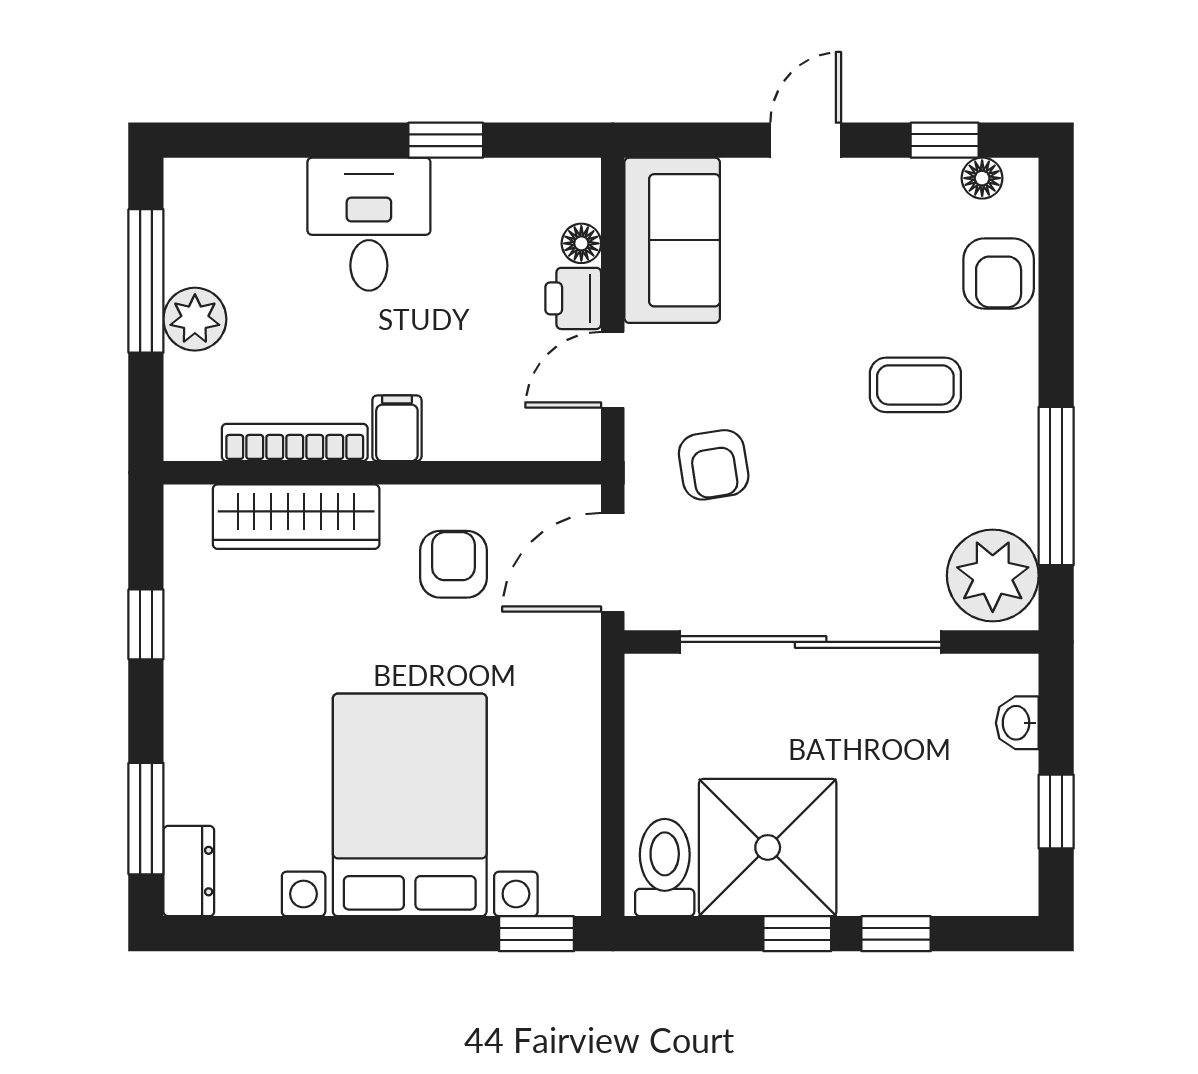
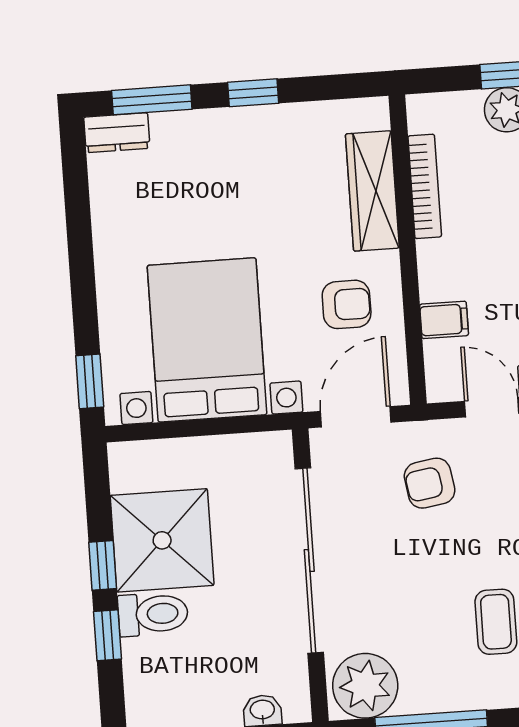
filing cabinet: (397, 428) -> (444, 320), moved
door: (613, 562) -> (356, 417), hinge flipped
window: (146, 624) -> (253, 93), moved
bed with nightstands: (410, 805) -> (207, 340), moved, turned -90
toilet: (665, 868) -> (153, 614), moved

